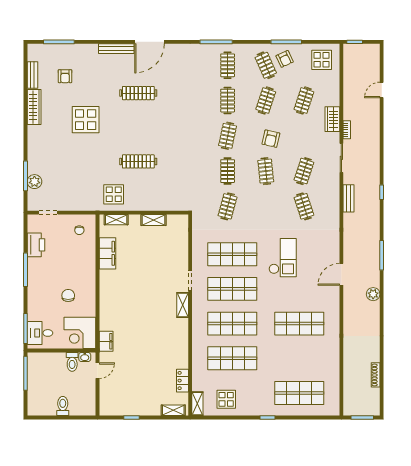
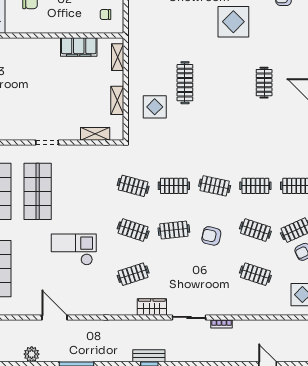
clothes rail: (138, 93) -> (264, 83), width x0.73
wardrobe: (332, 119) -> (152, 307), moved
clothes rail: (304, 171) -> (133, 230), moved
display table: (114, 194) -> (155, 107), moved
bench: (348, 198) -> (149, 356), moved
shop shelf: (232, 254) -> (78, 191), removed
checkout: (283, 258) -> (74, 249), turned 180
shelving: (183, 305) -> (95, 134), moved

